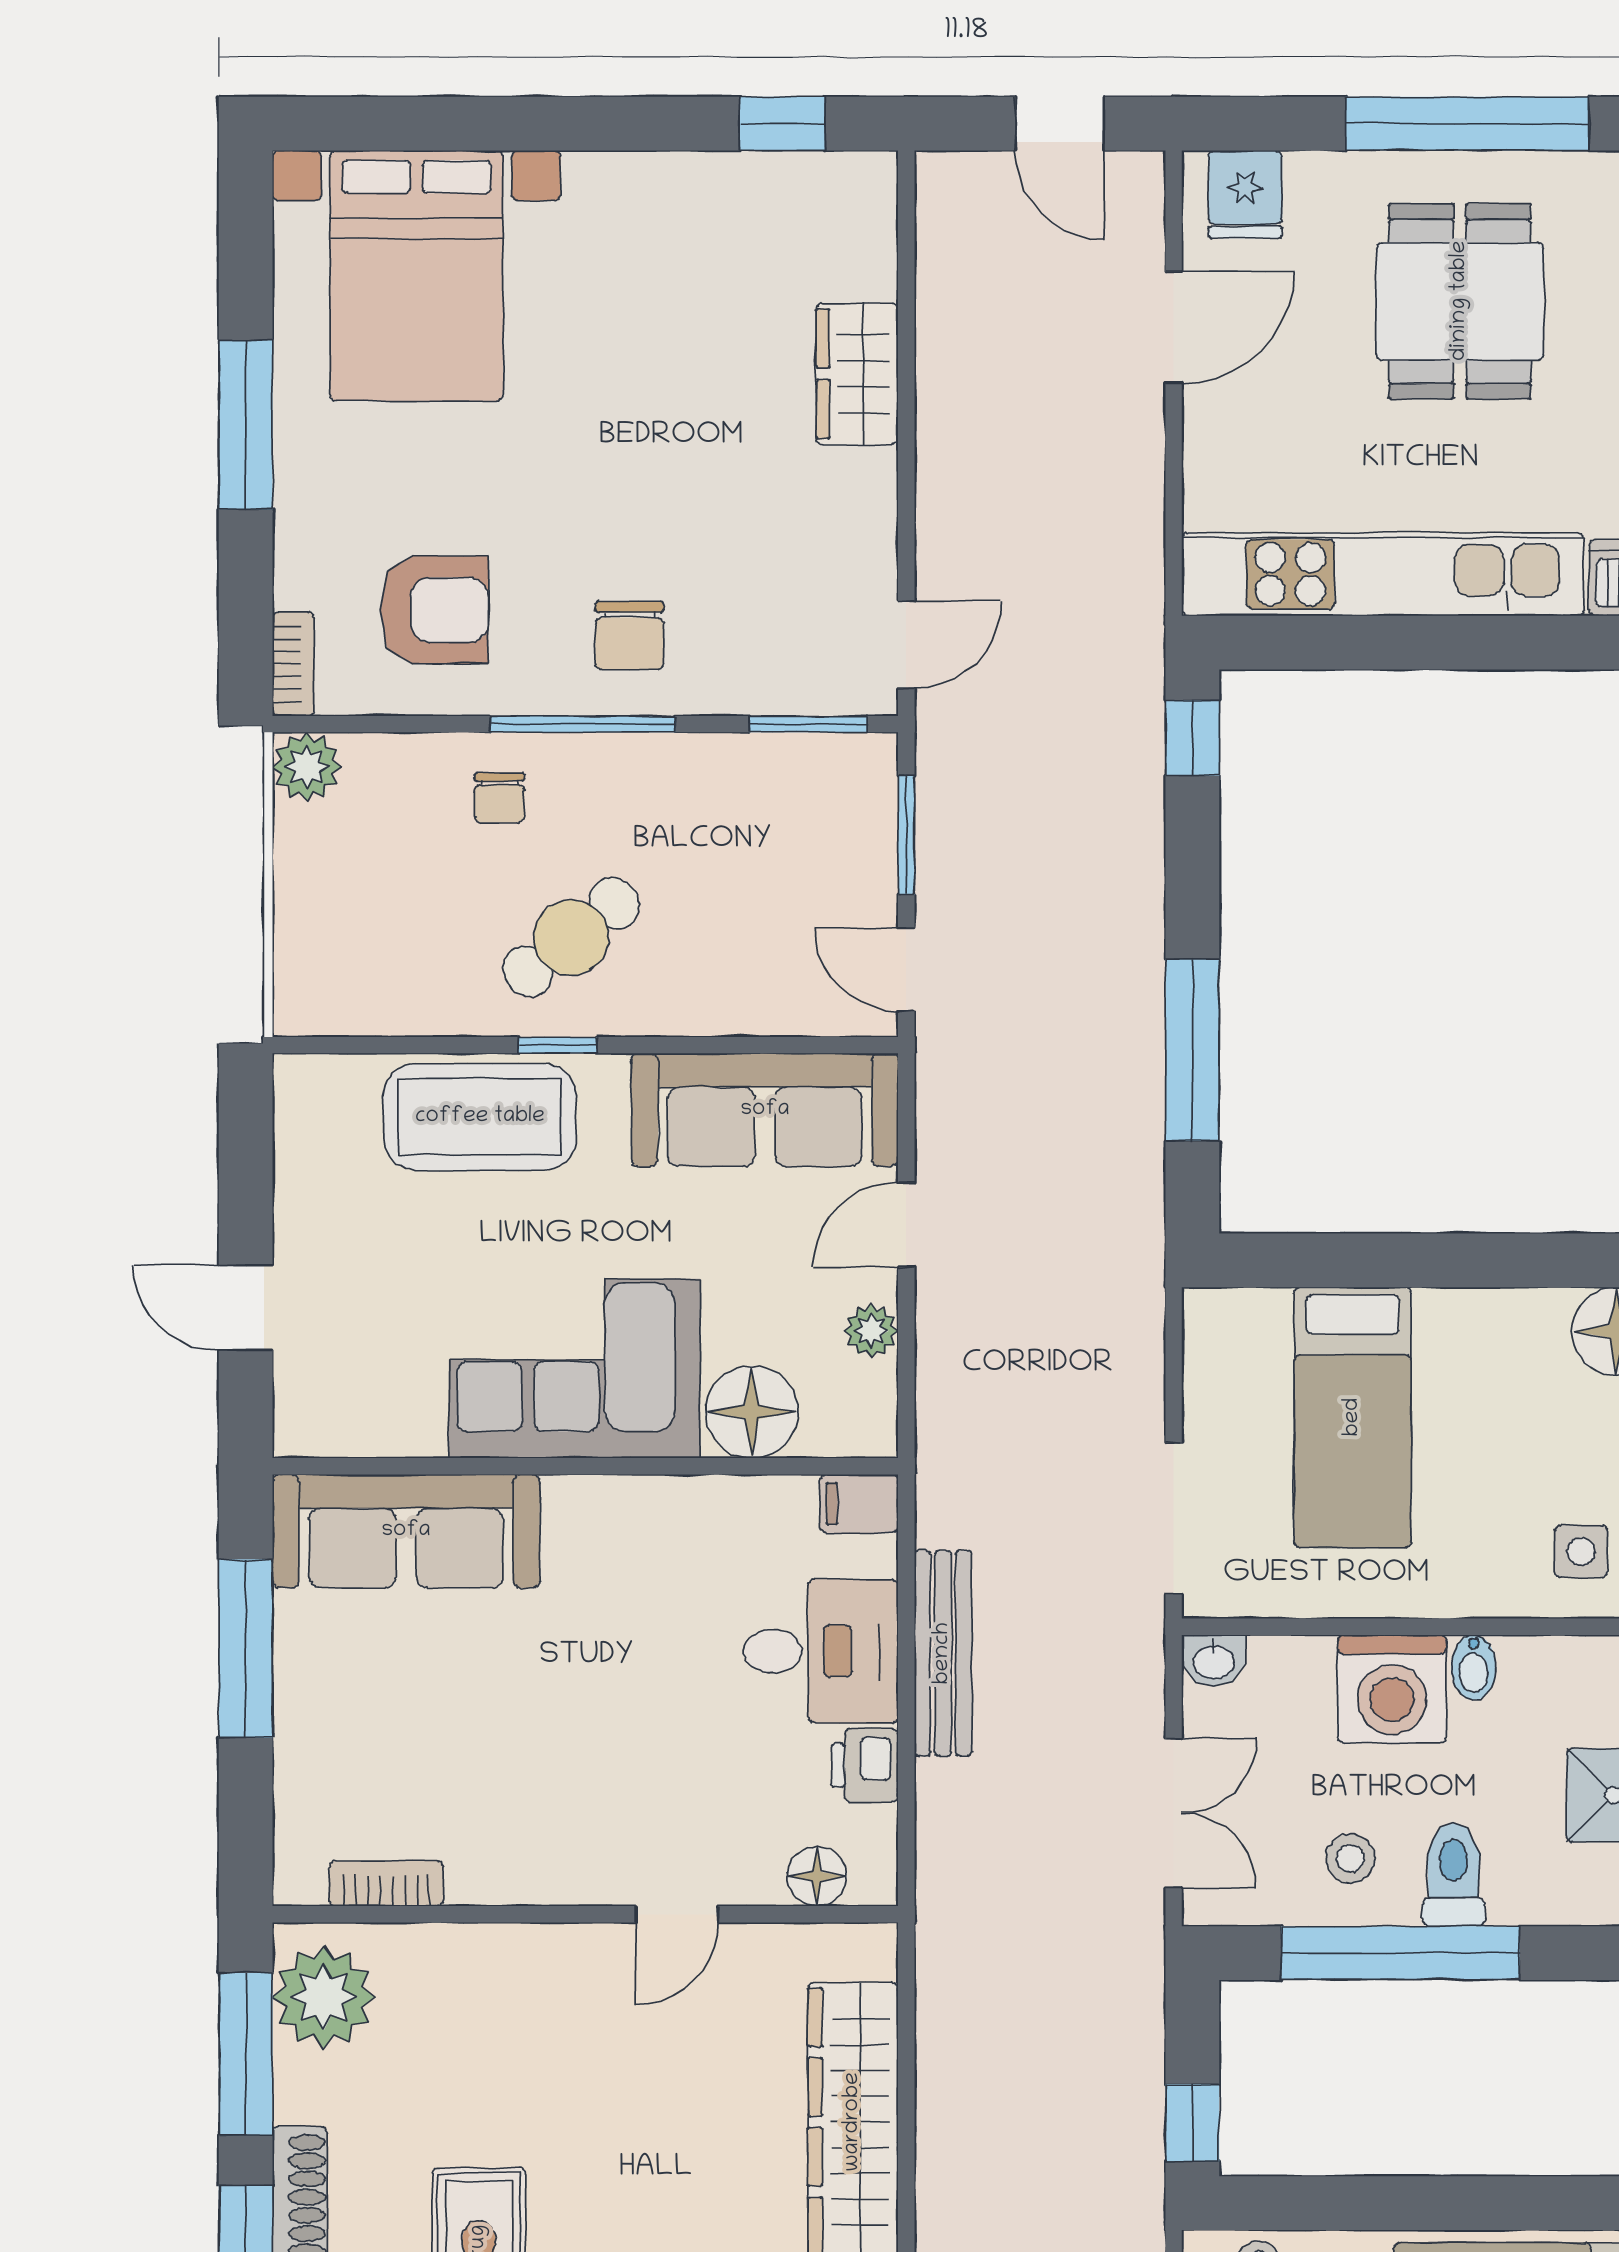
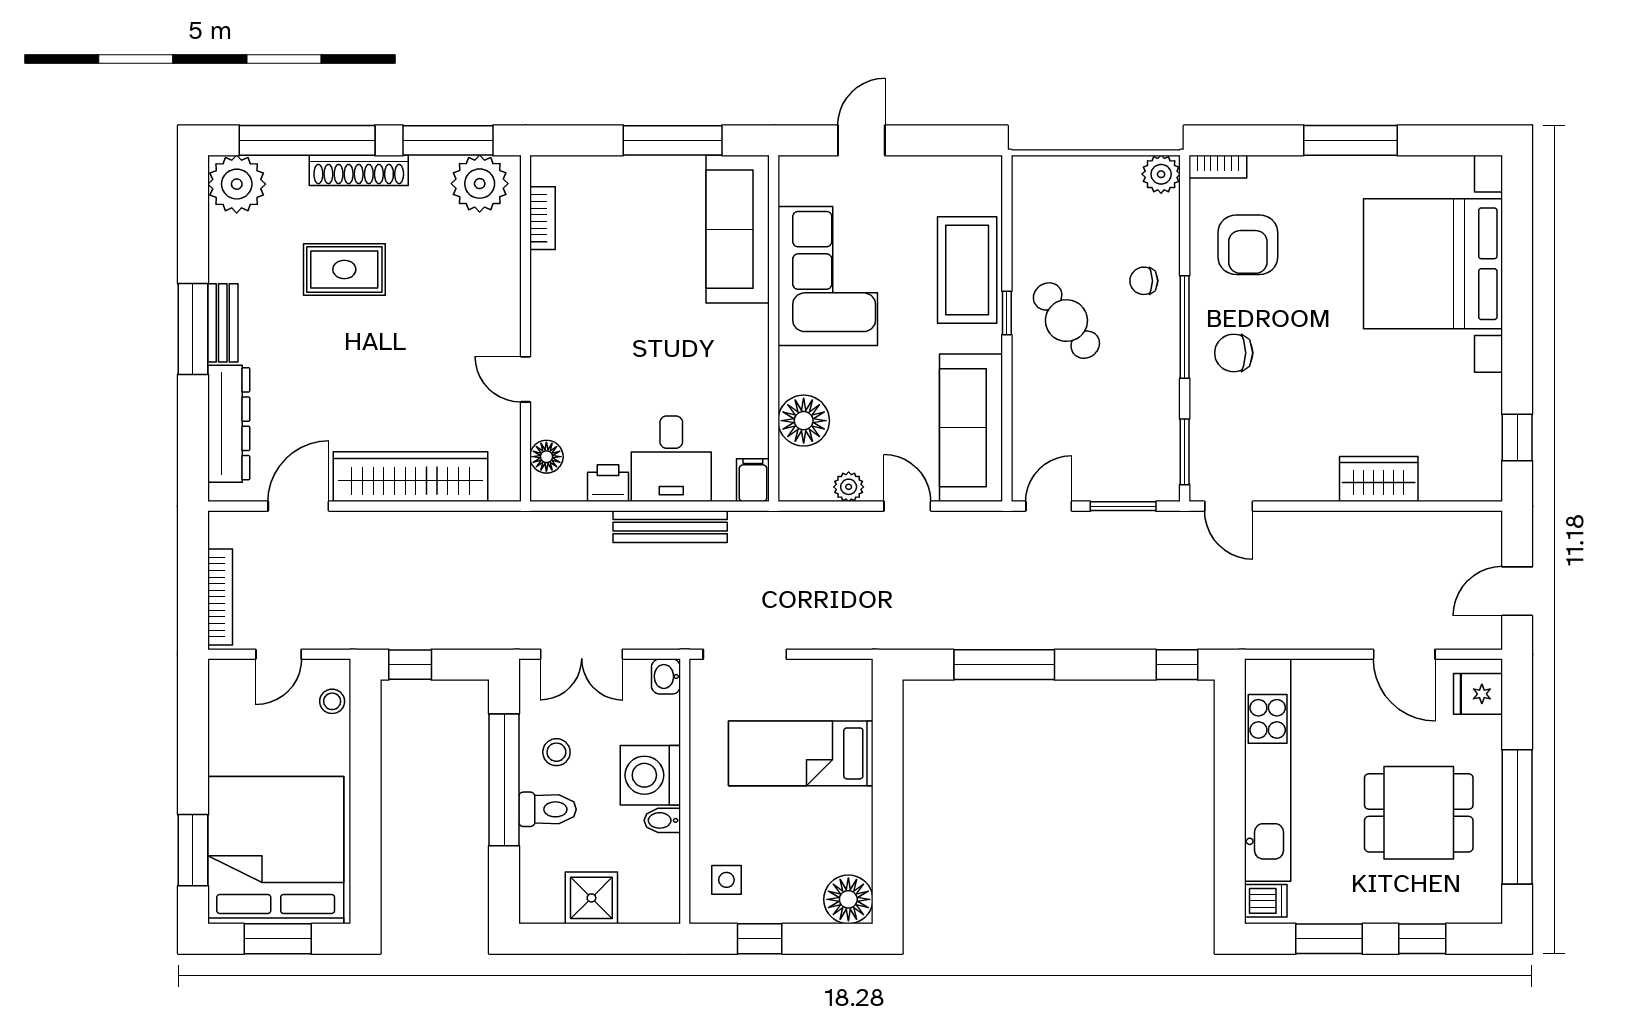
bed with nightstands: (416, 276) -> (1433, 264), width x1.36
corner sofa: (574, 1369) -> (828, 276), moved

